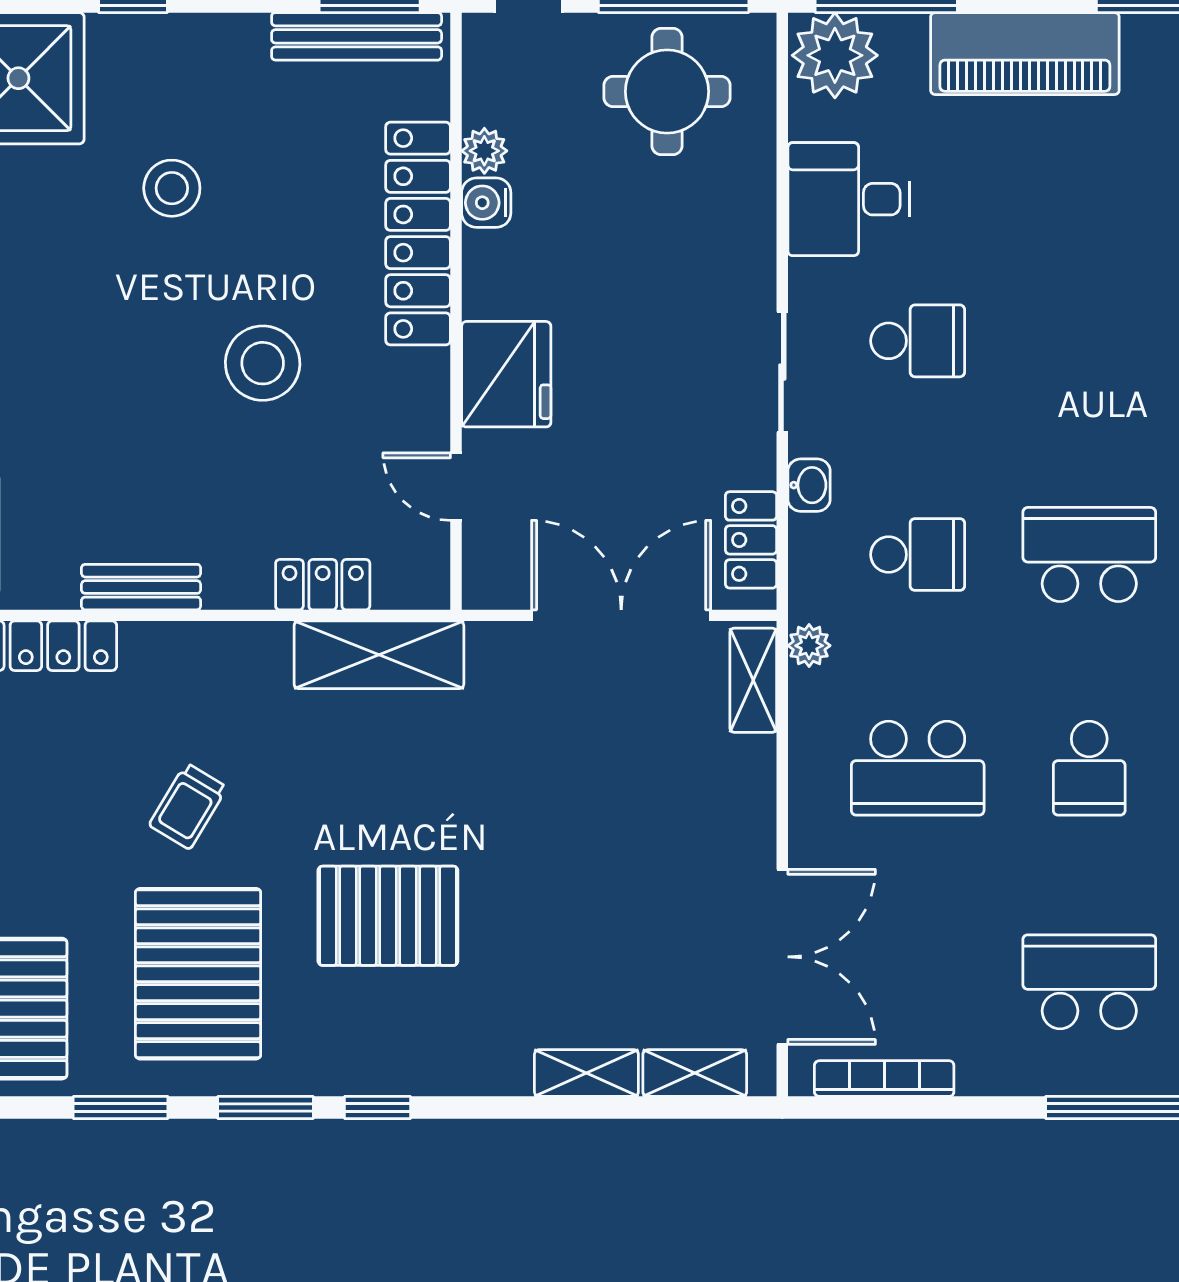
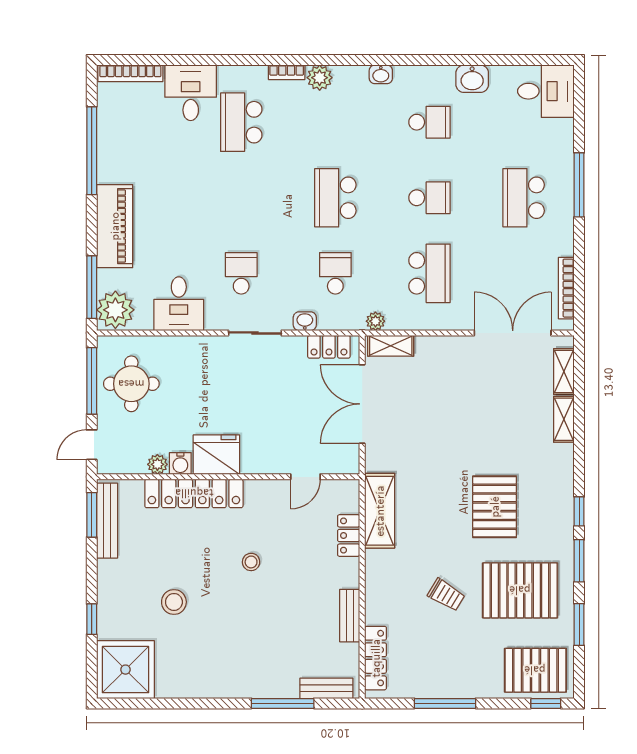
stool: (263, 363) -> (251, 562), width x0.53, depth x0.53
fridge: (506, 374) -> (216, 455), moved

